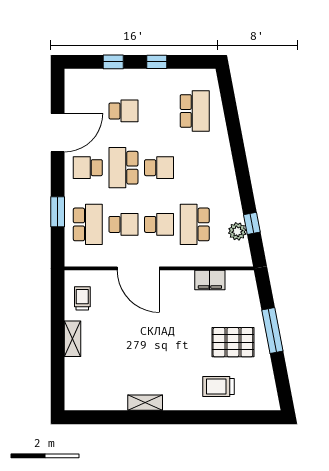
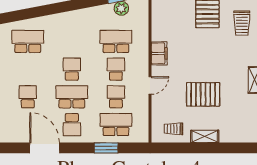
school desk: (123, 168) -> (72, 97), turned 180
school desk: (195, 224) -> (116, 41), turned 180
door: (138, 268) -> (150, 85), width x0.53
filing cabinet: (210, 280) -> (159, 53), moved
pallet: (127, 337) -> (203, 94), added

